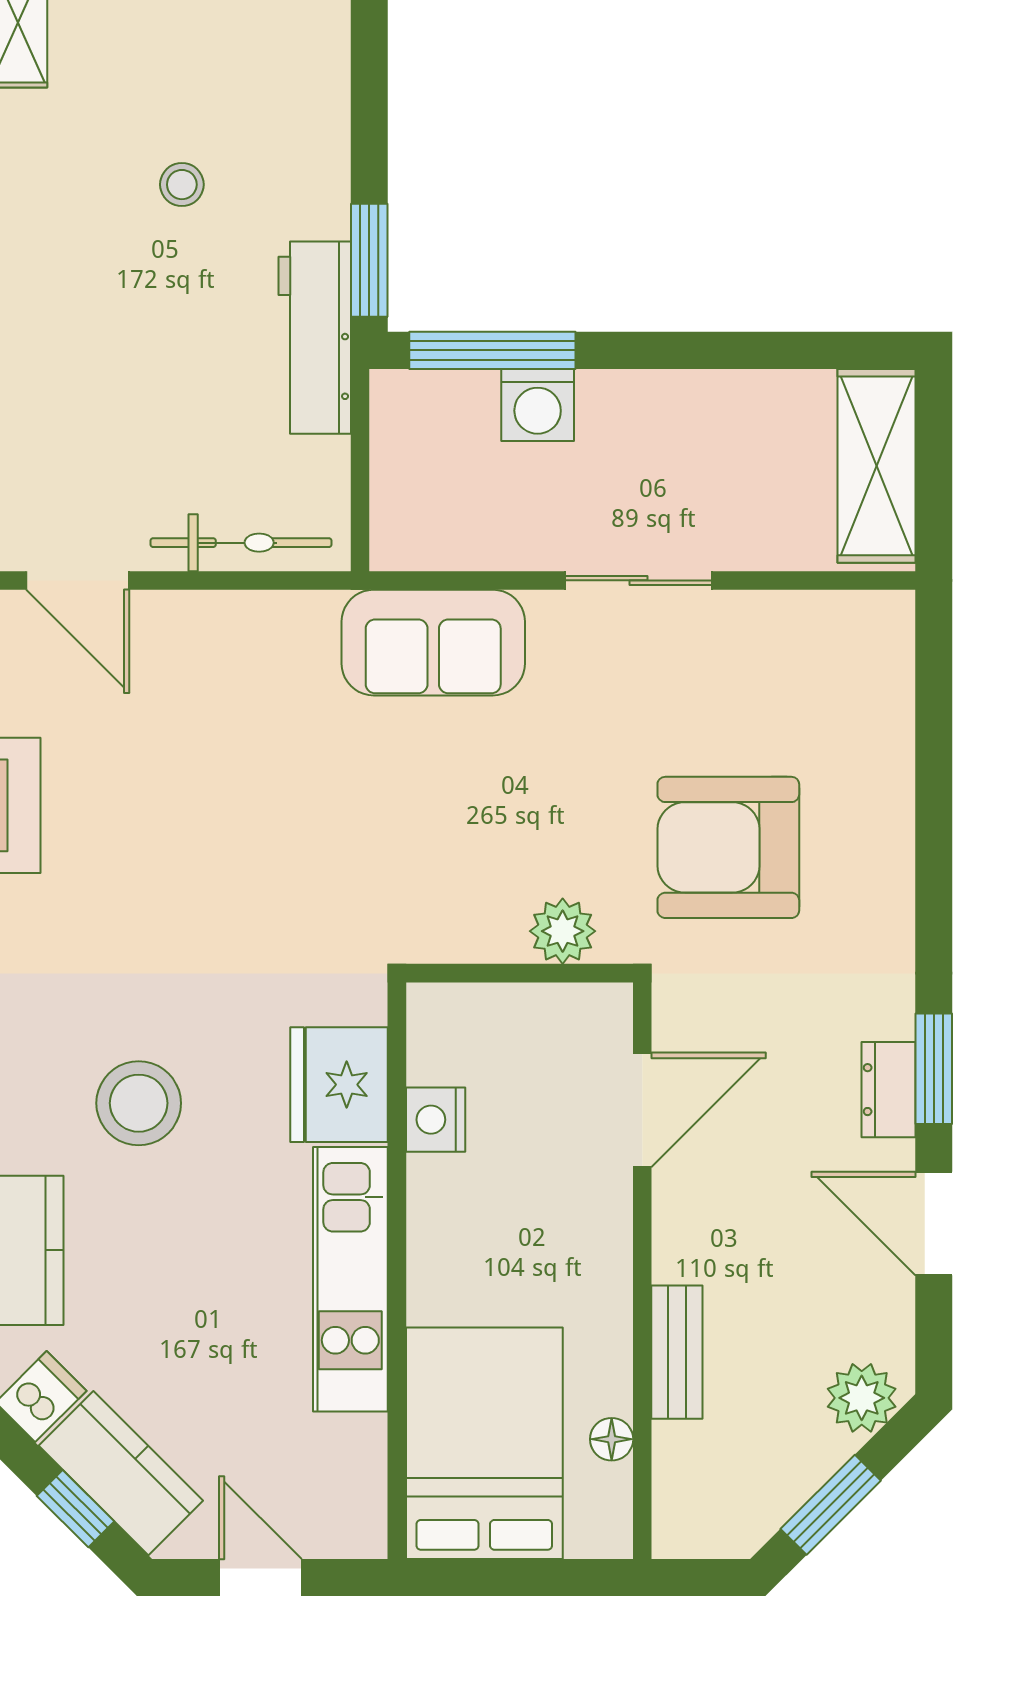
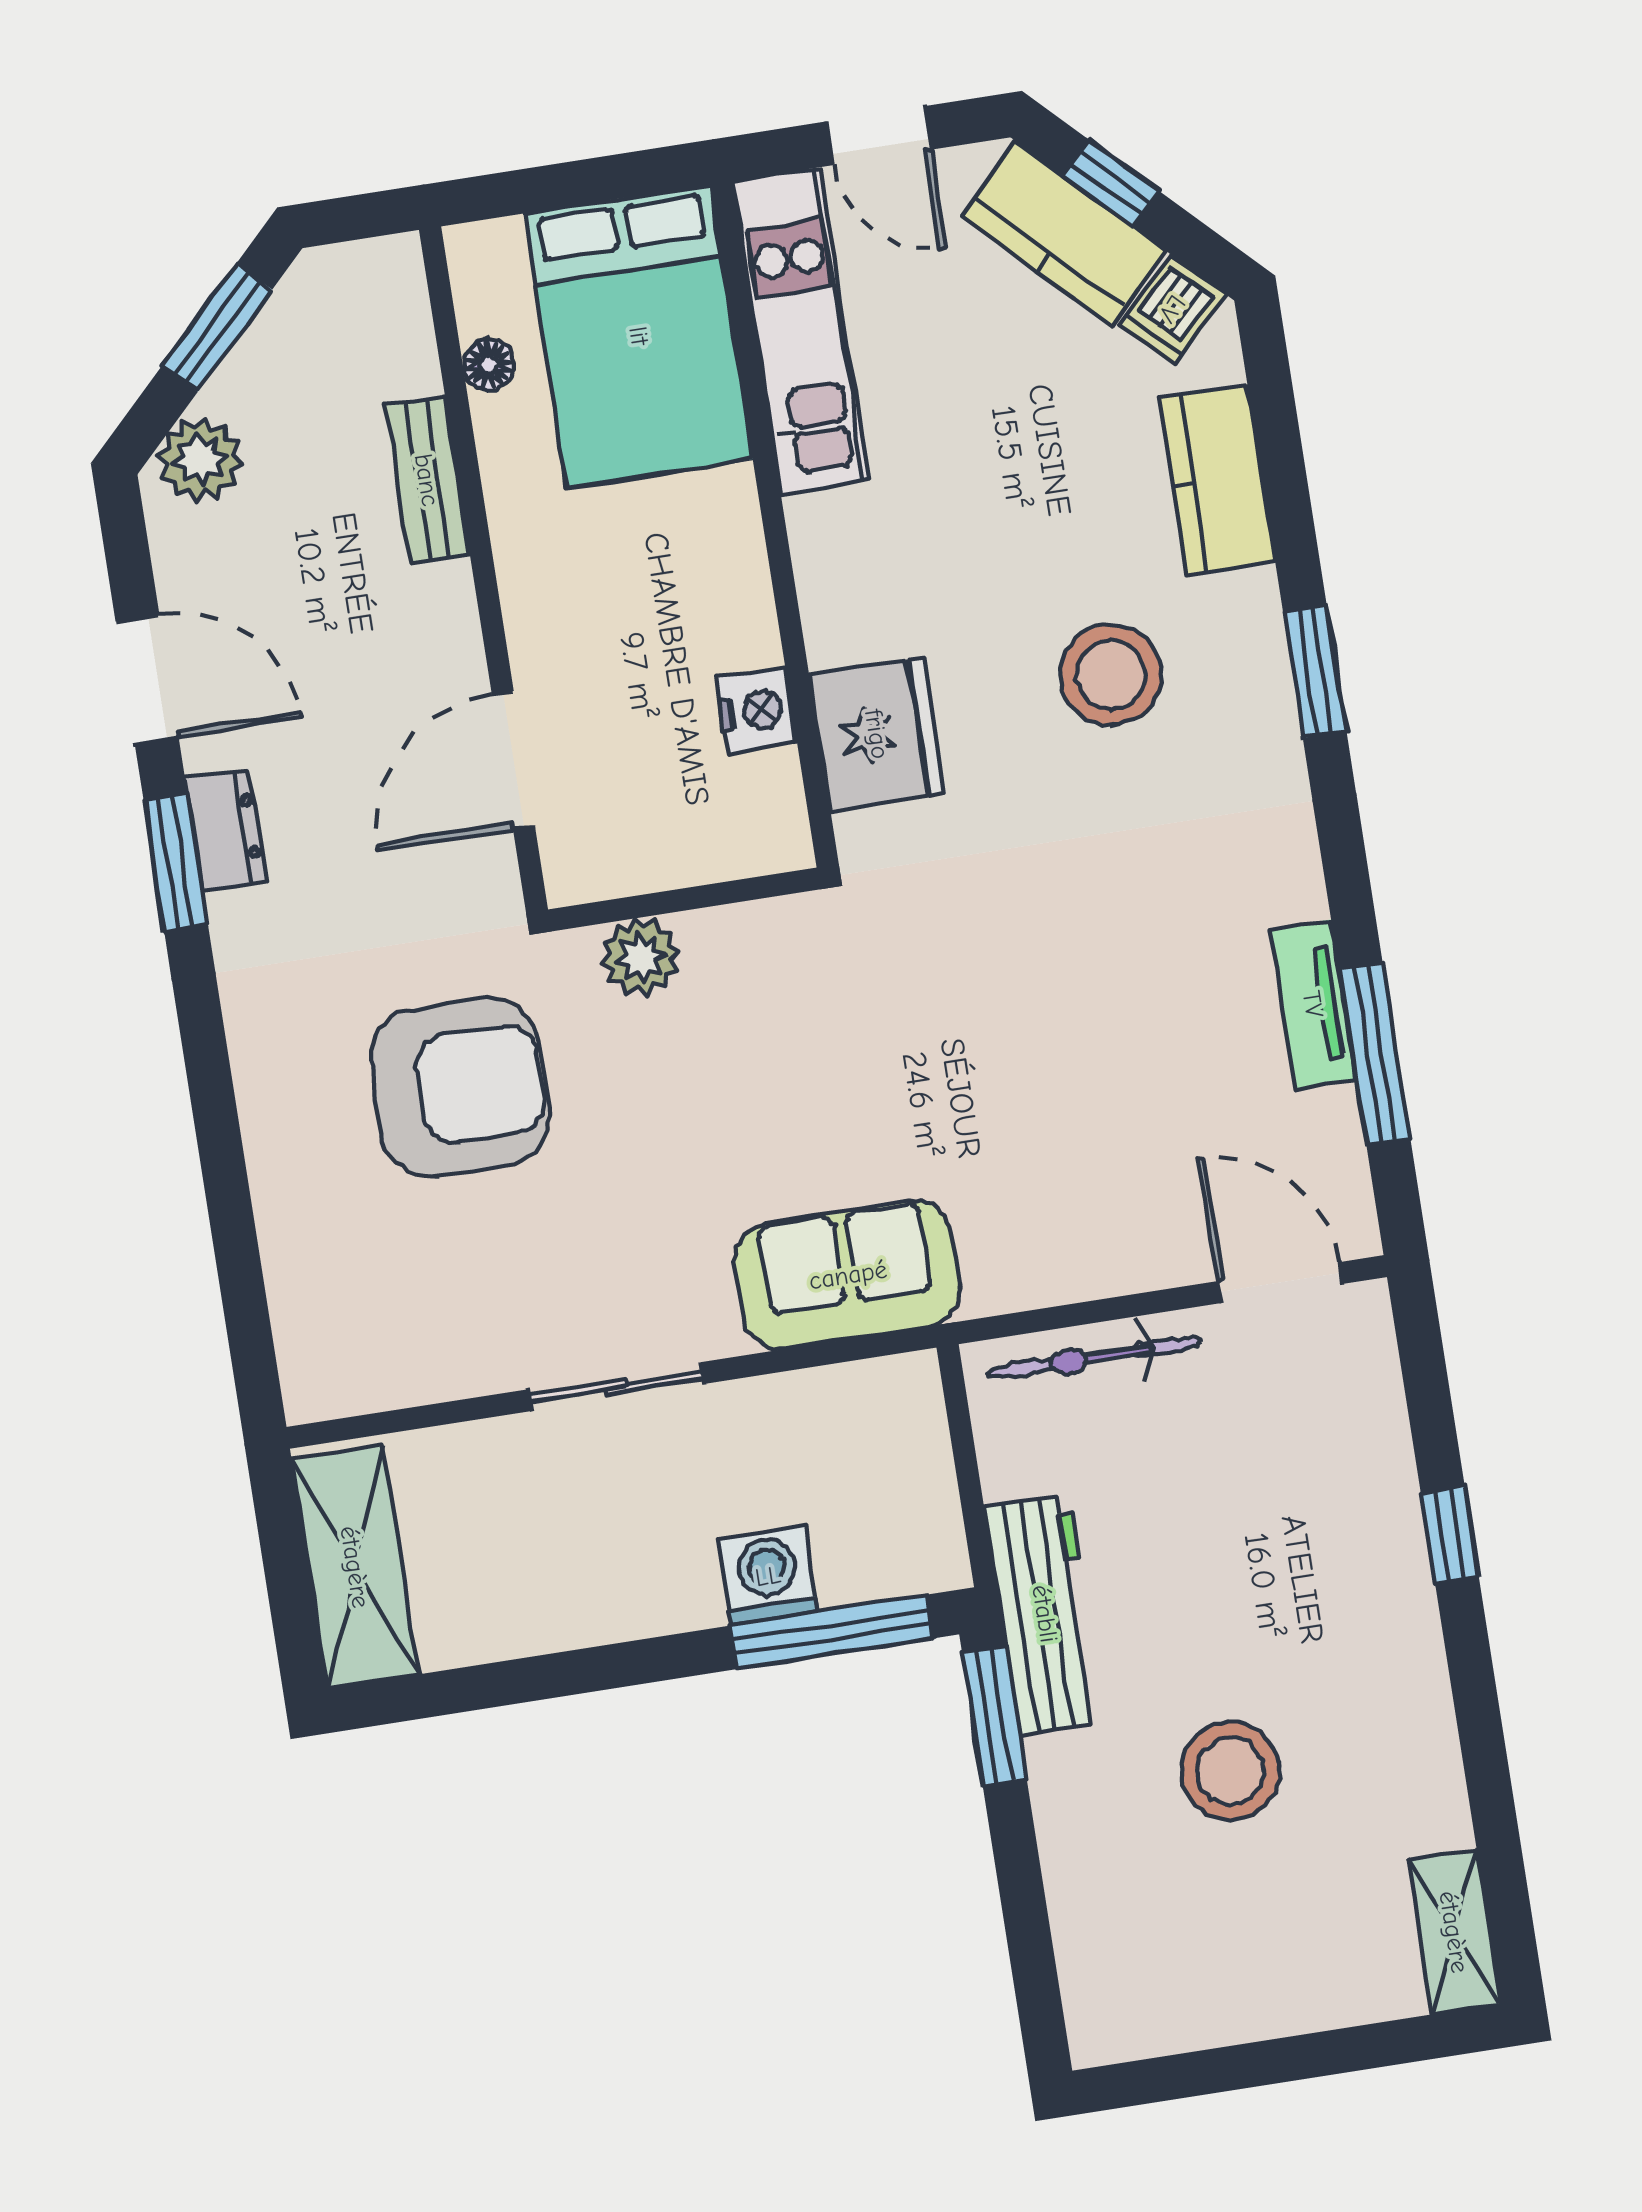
stool: (182, 185) -> (1230, 1771), width x1.89, depth x1.89
kitchen unit: (350, 1279) -> (800, 331), moved

